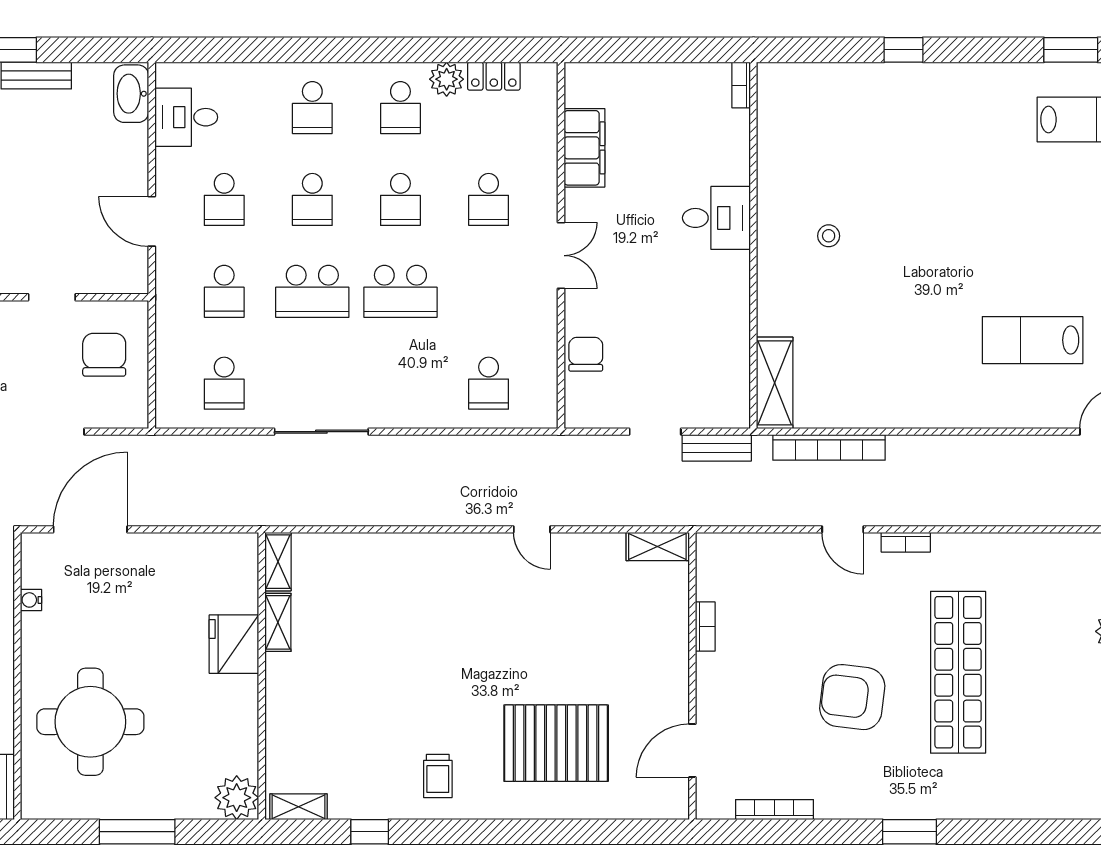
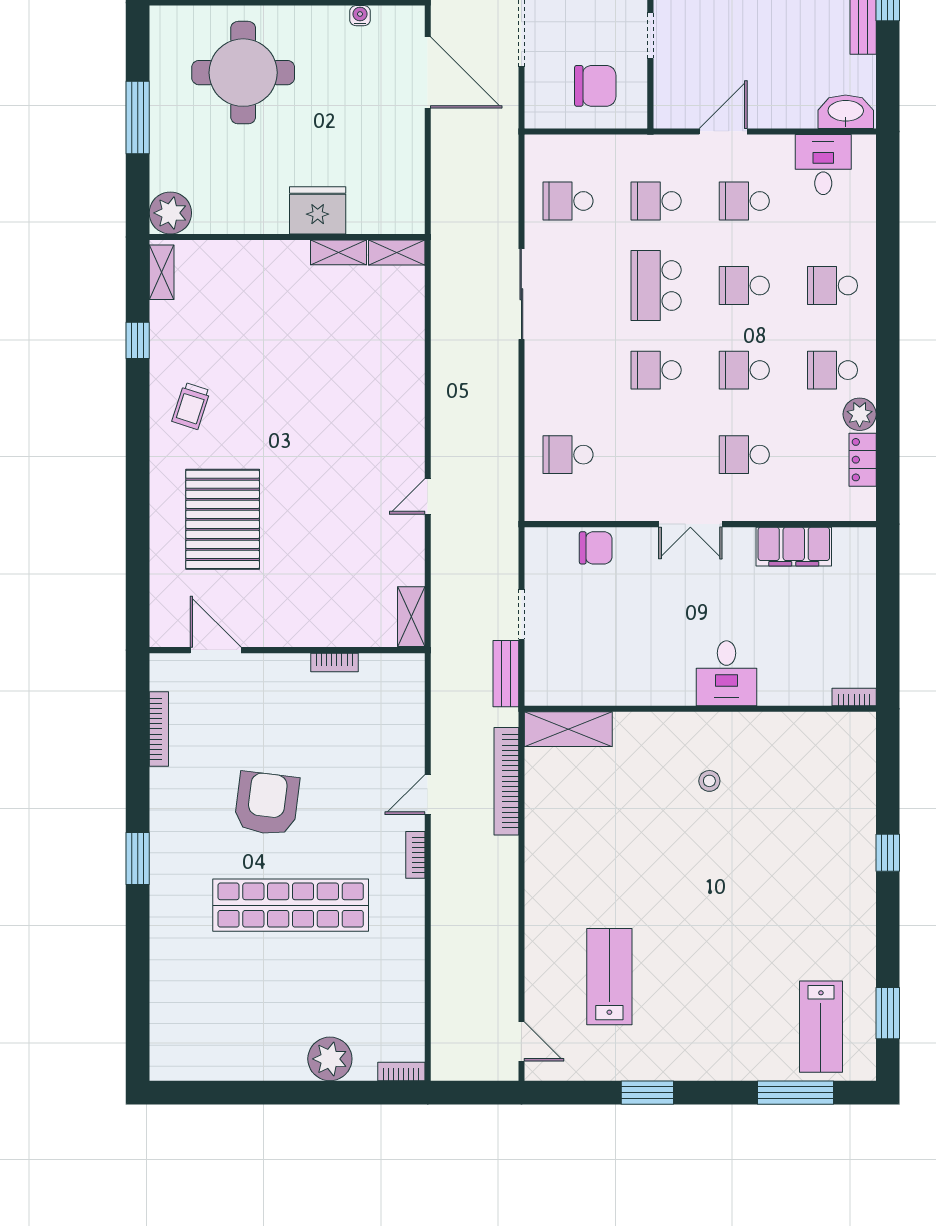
school desk: (400, 291) -> (656, 370), width x0.54
trolley: (438, 776) -> (191, 406), turned -72

